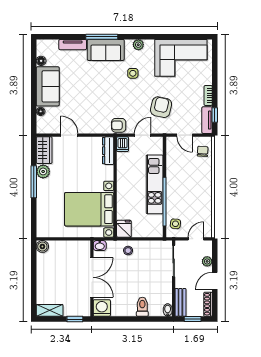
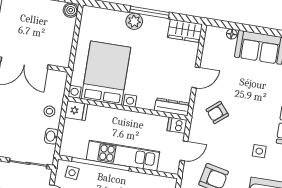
armchair: (119, 125) -> (217, 112), moved, turned -130
door: (69, 135) -> (196, 77), moved
door: (143, 135) -> (184, 151), hinge flipped
plant: (43, 171) -> (134, 21), moved
washbasin: (100, 246) -> (51, 136), moved

